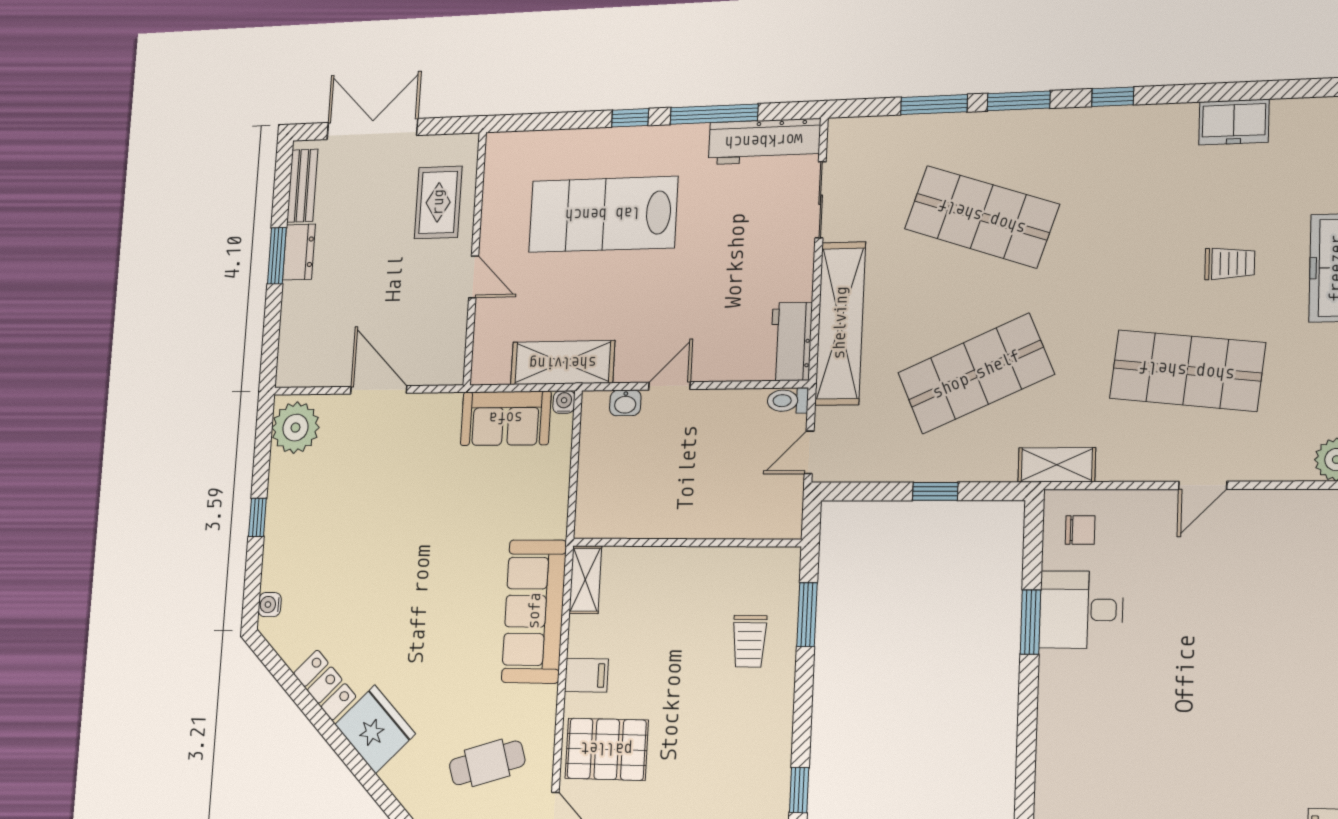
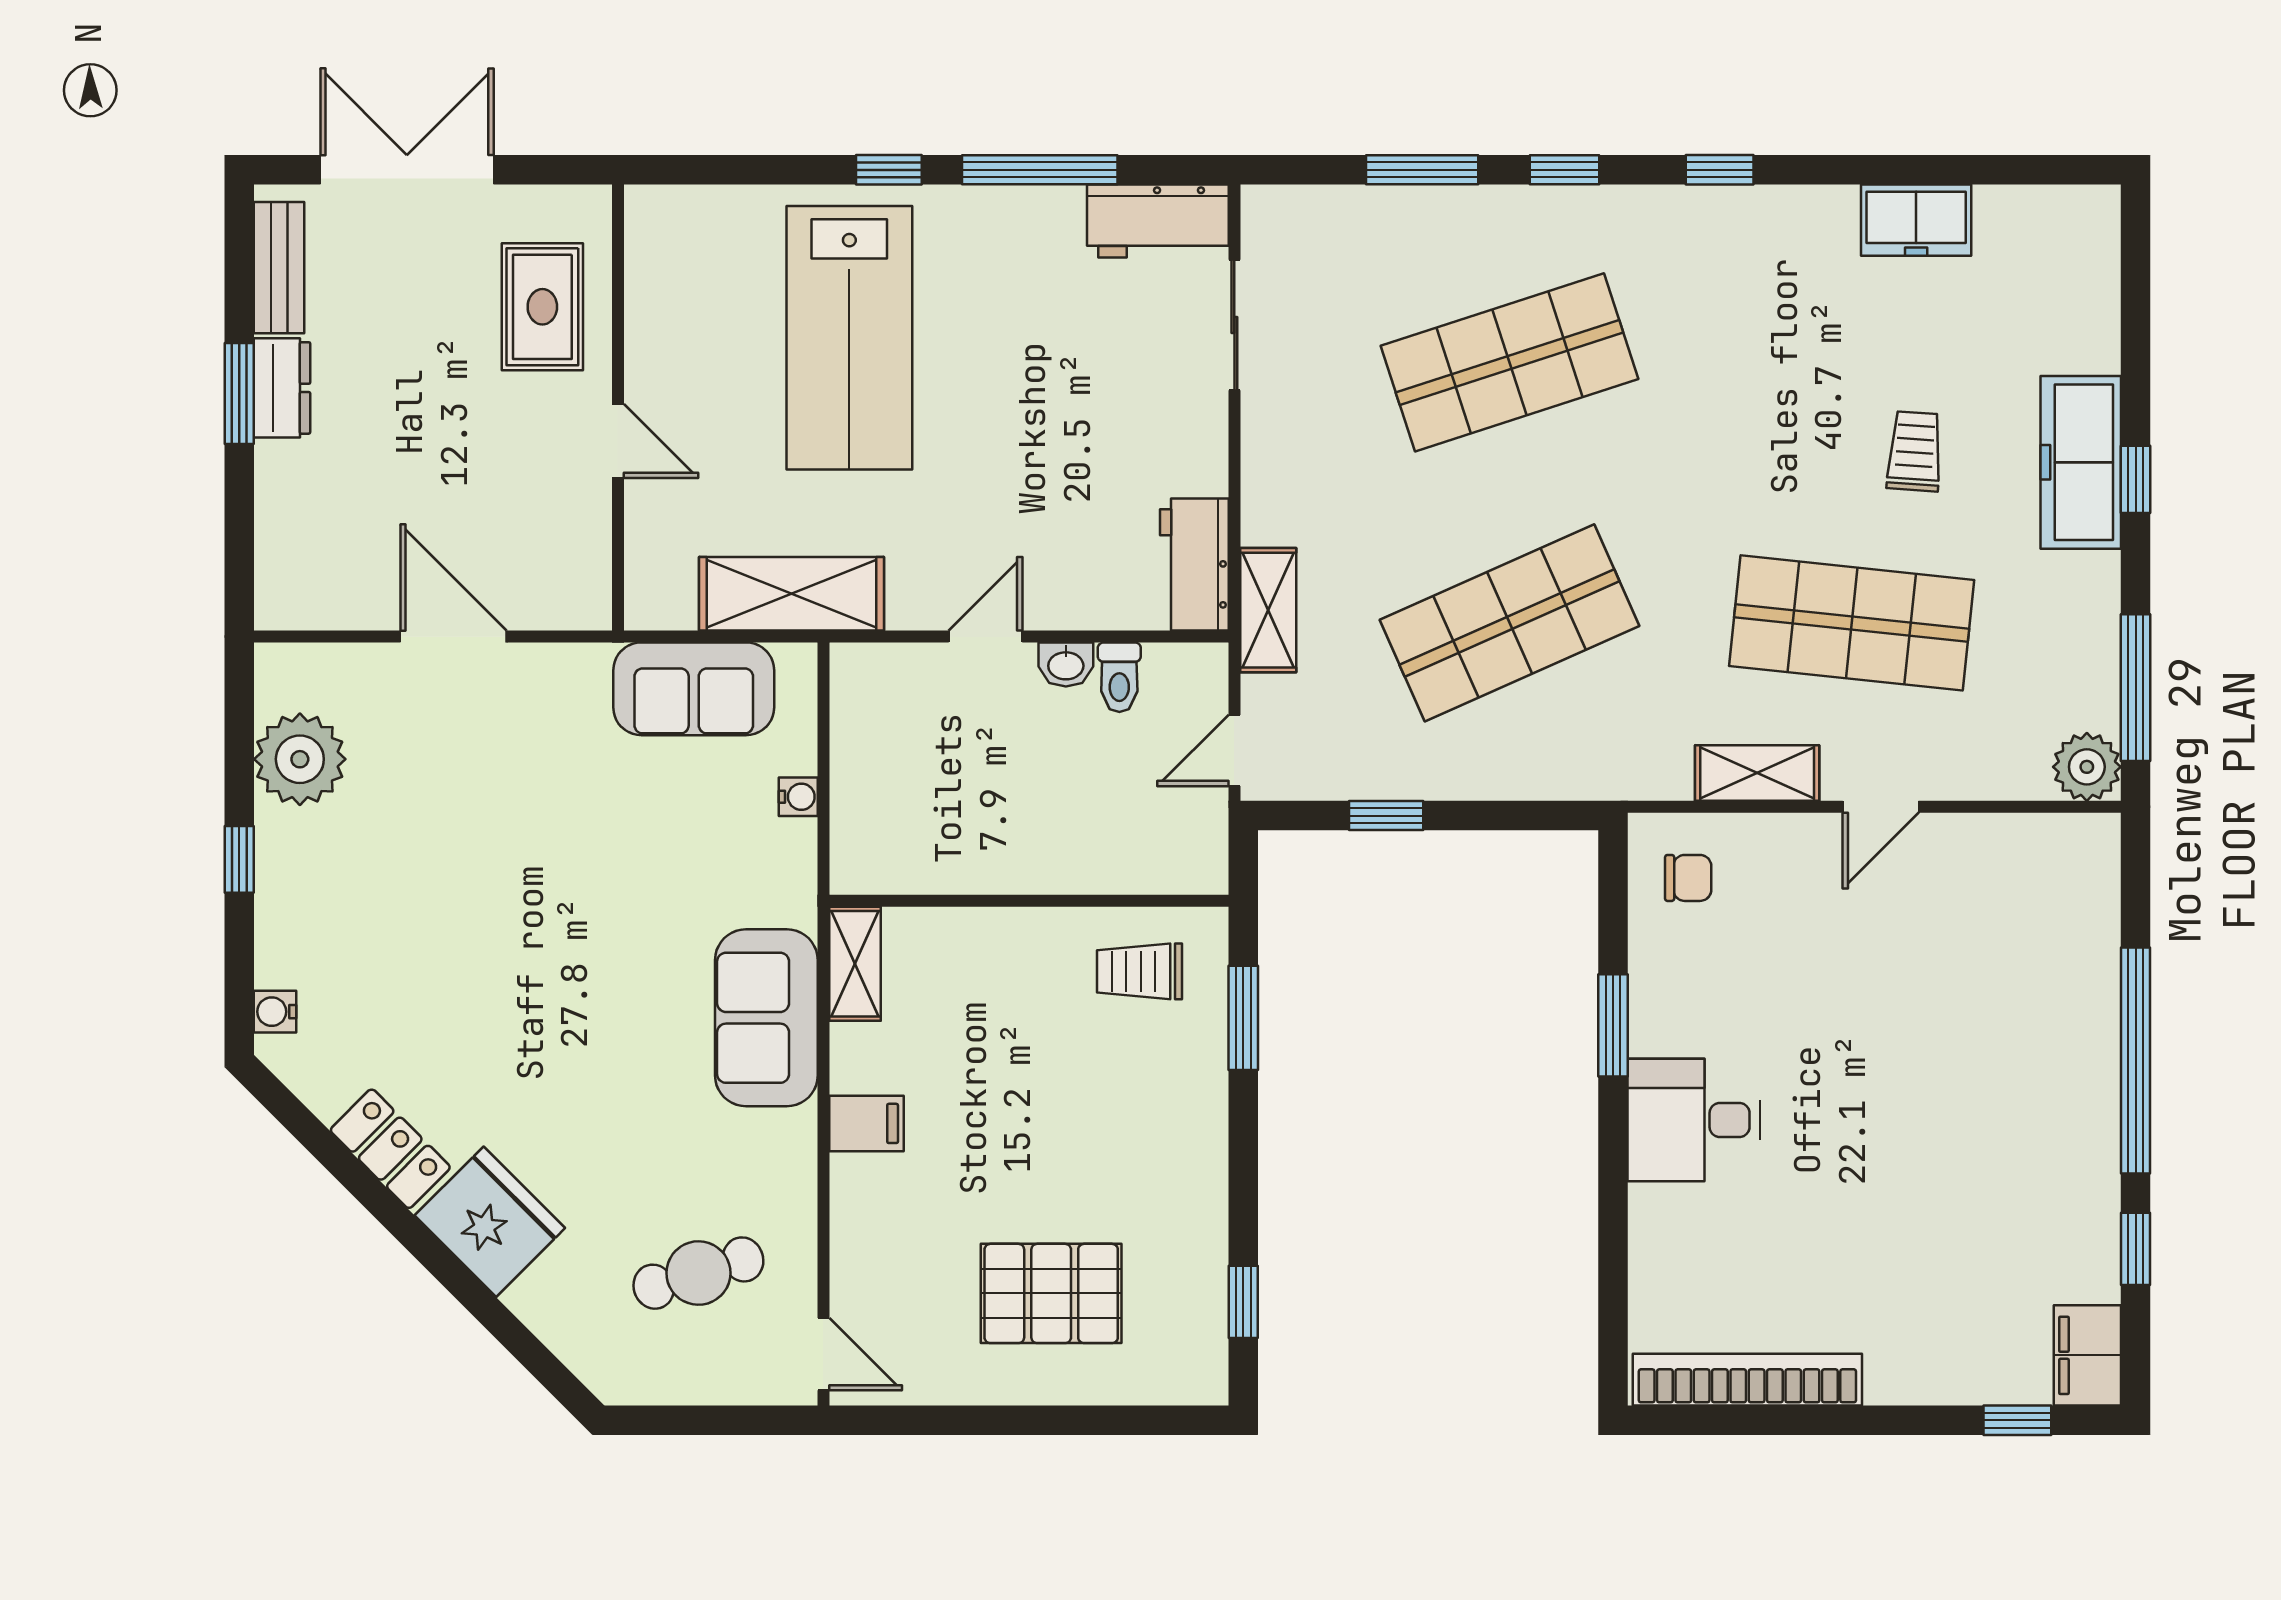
window: (1019, 101) -> (1565, 170), width x0.67
workbench: (764, 141) -> (1158, 221), width x0.73
lab bench: (603, 214) -> (849, 338), turned -90
shop shelf: (982, 217) -> (1509, 362), turned -36
trolley: (1230, 264) -> (1915, 451), turned -86
shelving: (840, 323) -> (1268, 610), width x0.45, depth x0.75
toilet: (788, 401) -> (1119, 677), moved, turned -90
water cooler: (564, 402) -> (798, 797), moved, turned 90
washbasin: (625, 403) -> (1066, 664), moved
plant: (295, 428) -> (300, 759), moved
shelving: (1057, 465) -> (1757, 773), moved
window: (935, 491) -> (1386, 816), moved
desk: (1081, 610) -> (1694, 1120), moved
sofa: (534, 611) -> (766, 1018), width x0.73
trolley: (749, 641) -> (1140, 971), moved, turned 90
pallet: (607, 749) -> (1051, 1293), moved

